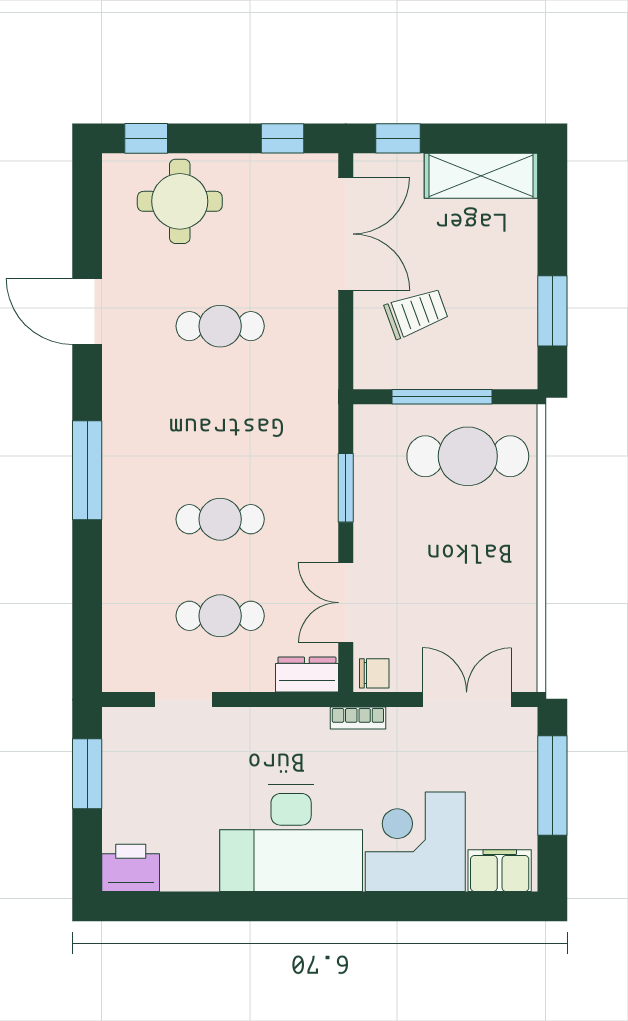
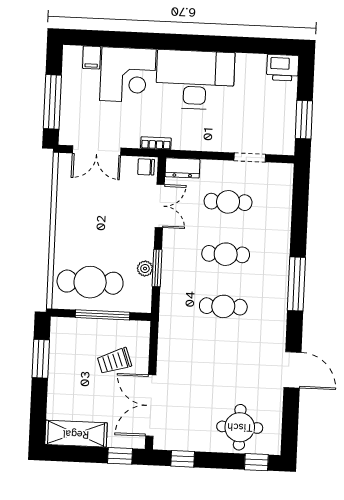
cafe table: (220, 326) -> (223, 306), moved
plant: (368, 486) -> (145, 269), added
filing cabinet: (500, 871) -> (92, 57), width x0.50

